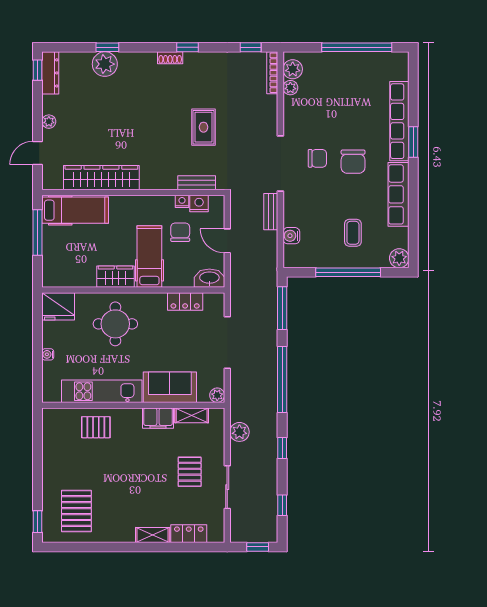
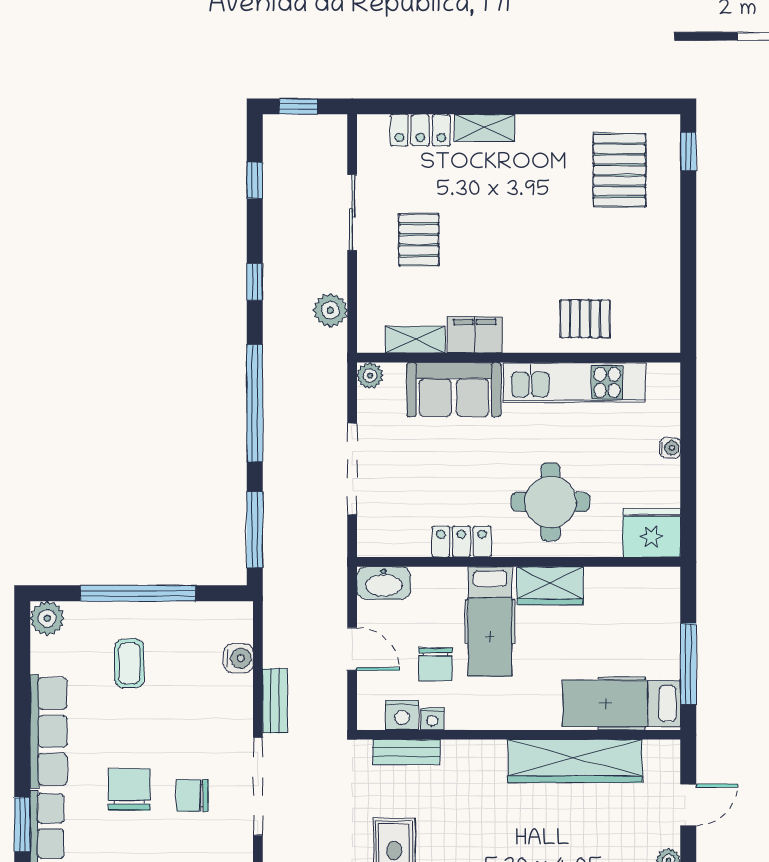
locker: (185, 302) -> (461, 542), moved

